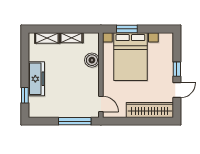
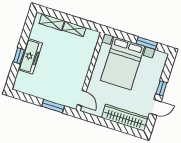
window: (127, 29) -> (147, 43), moved
boiler: (92, 60) -> (86, 55), removed
window: (25, 95) -> (19, 56), moved
window: (75, 121) -> (53, 106), width x0.69

